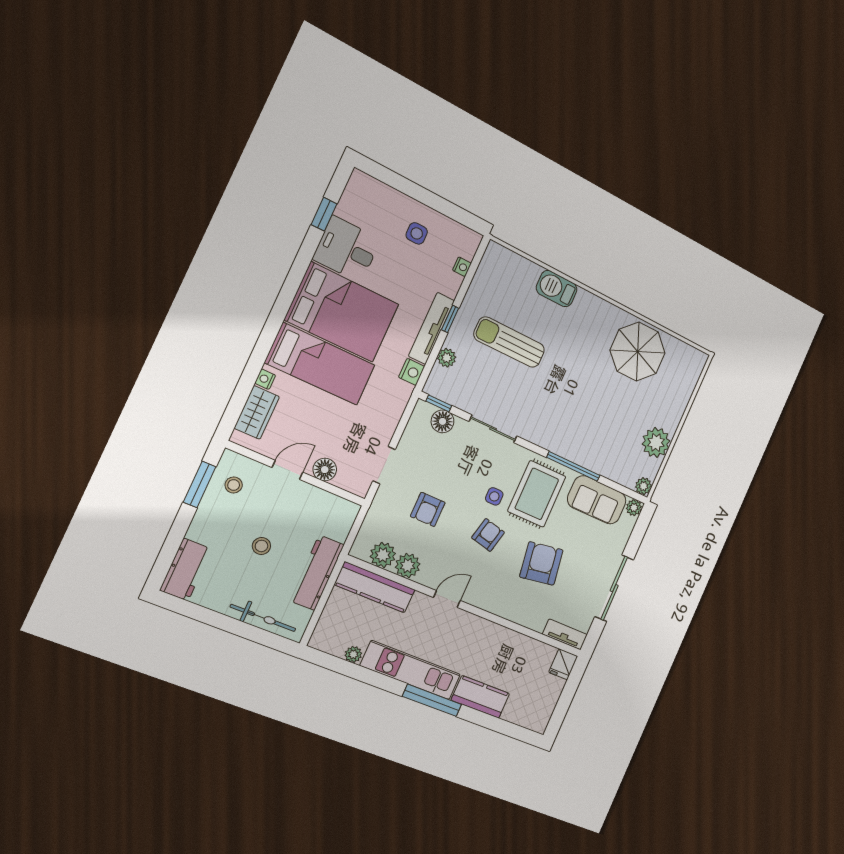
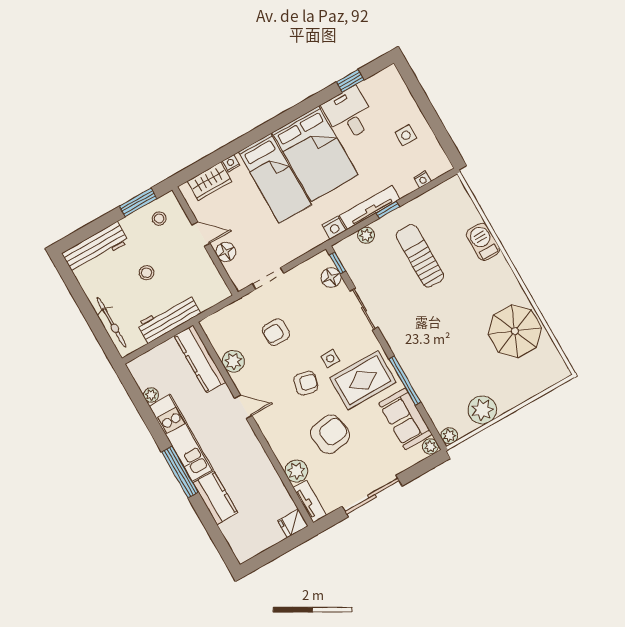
plant: (383, 555) -> (296, 471), moved
workbench: (186, 570) -> (95, 248), width x1.38

